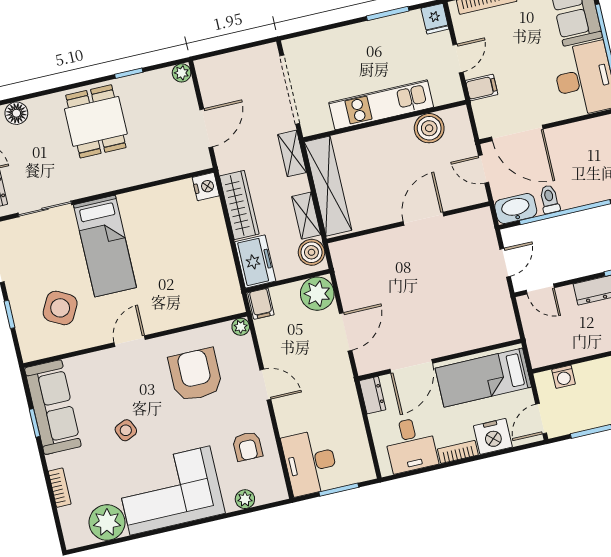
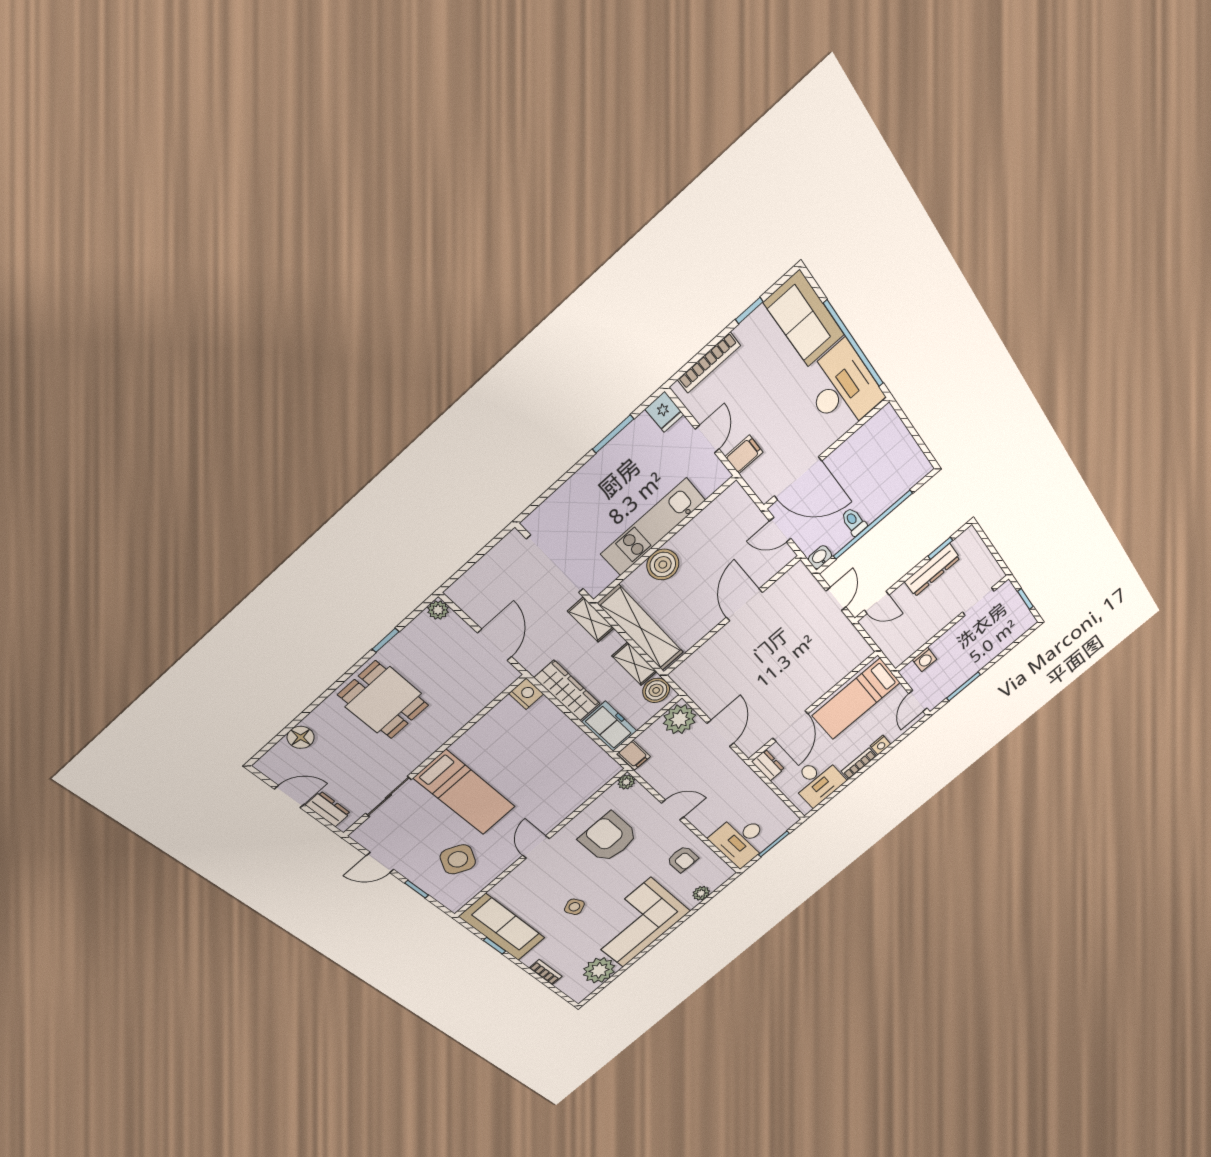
boiler: (429, 128) -> (663, 565), moved
washbasin: (516, 209) -> (820, 557), width x0.52, depth x0.69
nightstand: (493, 436) -> (881, 745), width x0.53, depth x0.56

